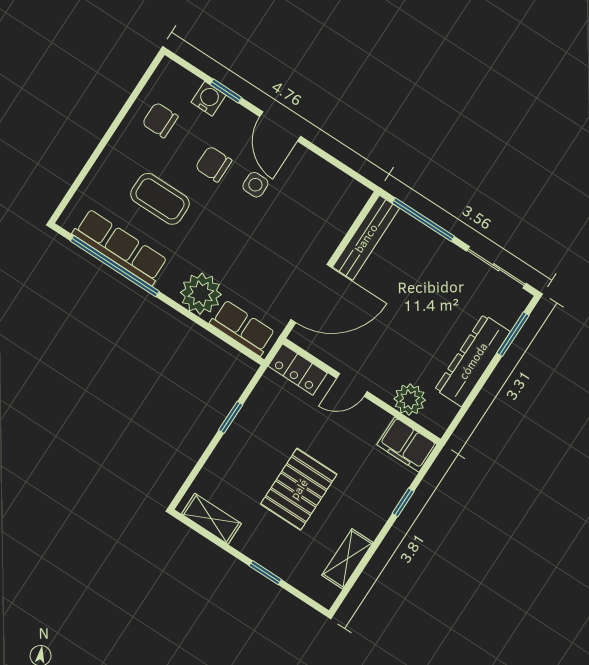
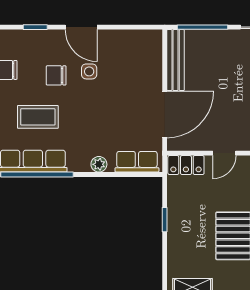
water cooler: (208, 99) -> (28, 38), removed
plant: (201, 294) -> (99, 164), width x0.53, depth x0.53

